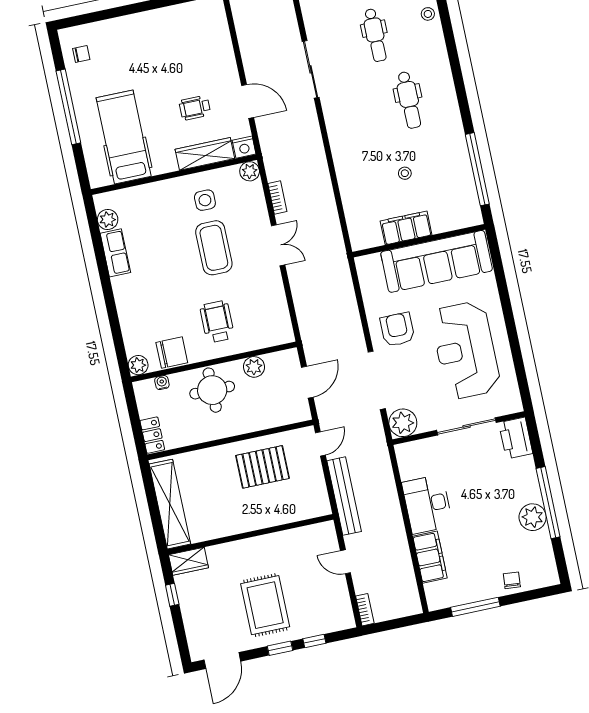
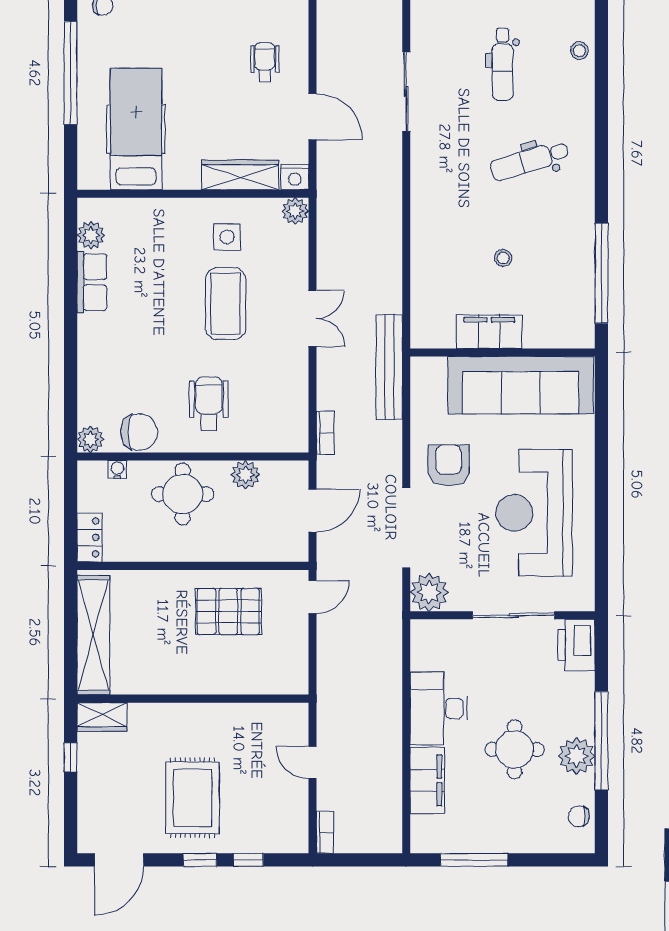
dental chair: (409, 100) -> (529, 161), turned 73
wheelchair: (195, 108) -> (265, 62), moved, turned 90
bookcase: (277, 197) -> (325, 433), moved
bench: (344, 496) -> (389, 367), moved
round table: (487, 522) -> (515, 749), added
chair: (512, 580) -> (579, 816), moved, turned -95

